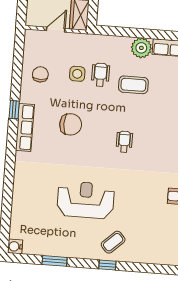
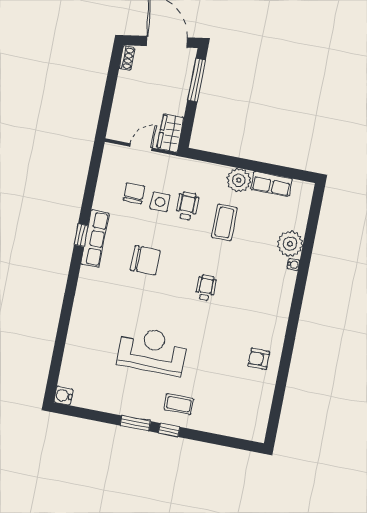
chair: (40, 74) -> (134, 193), moved
coffee table: (133, 85) -> (224, 222), turned 90
row of seats: (25, 127) -> (95, 239), moved
coffee table: (113, 242) -> (179, 404), turned 43
window: (55, 261) -> (135, 423), moved

